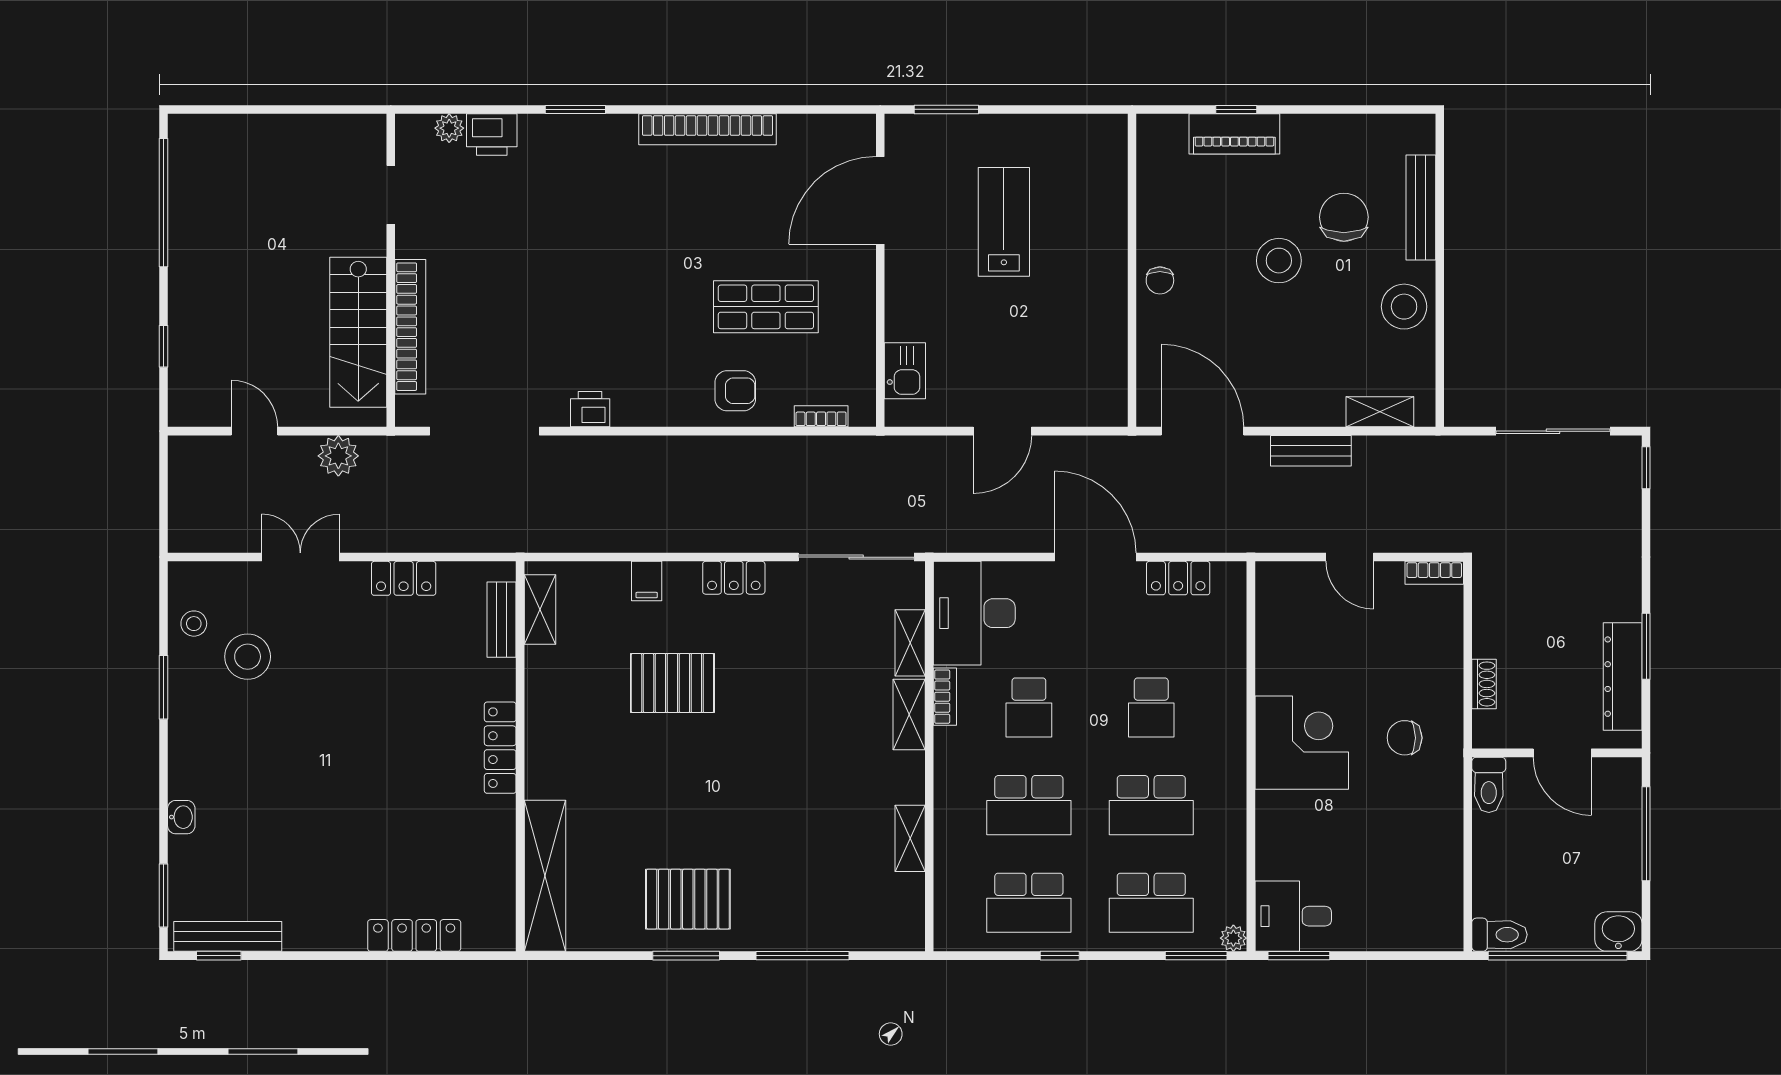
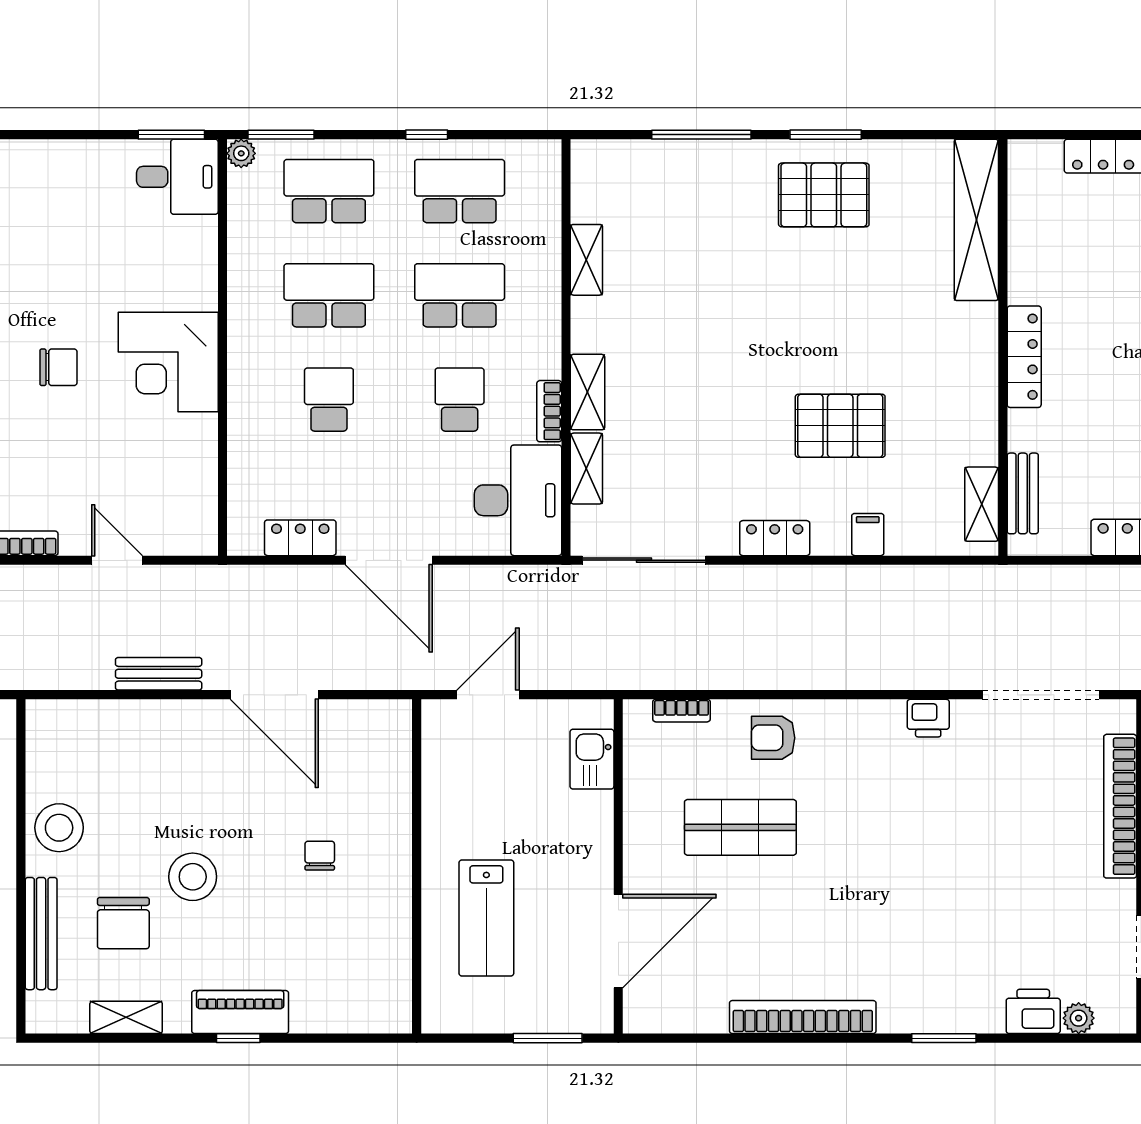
wall: (1132, 270) -> (417, 866), moved
shelving: (1380, 412) -> (126, 1017), moved

